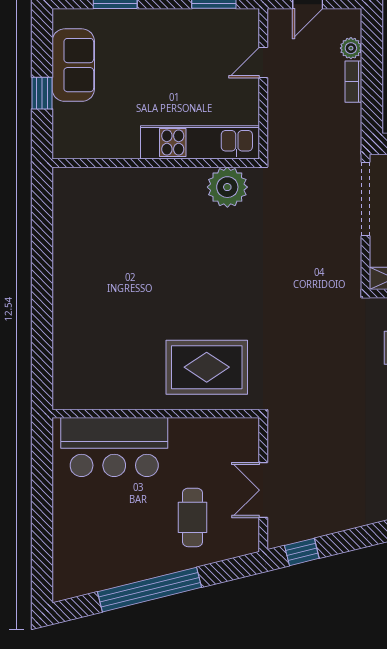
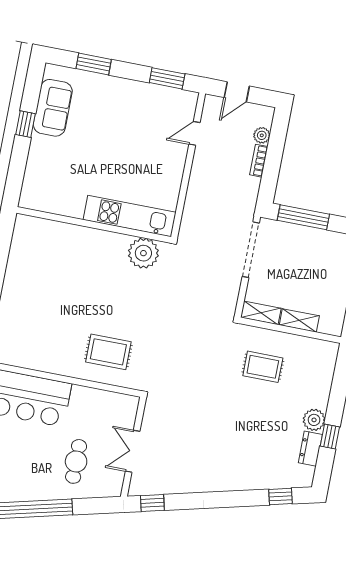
kitchen unit: (200, 142) -> (130, 216), moved
wall: (156, 163) -> (94, 225), moved
plant: (227, 187) -> (143, 253), moved
rug: (207, 367) -> (108, 352), width x0.73, depth x0.70

